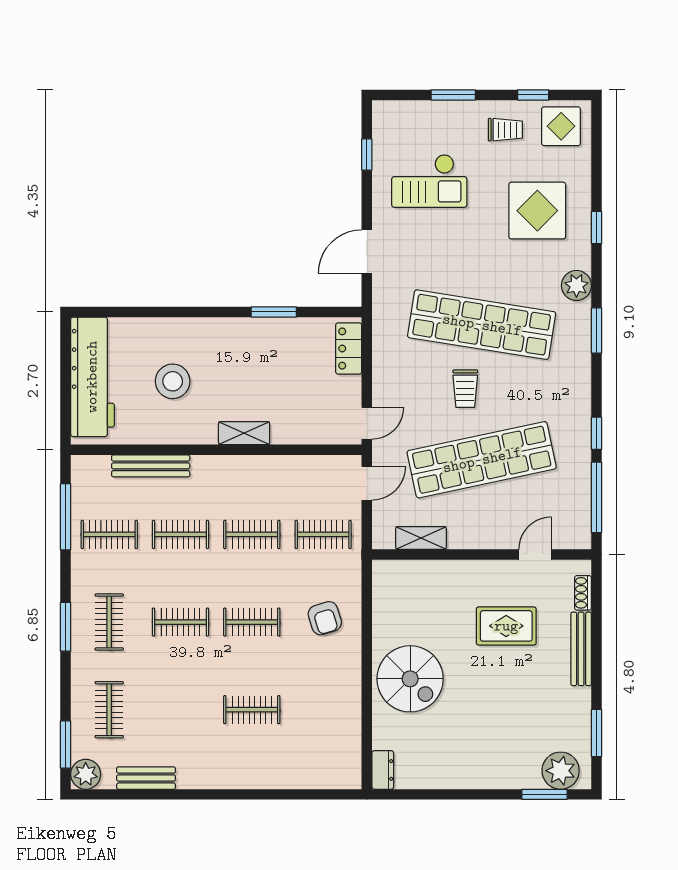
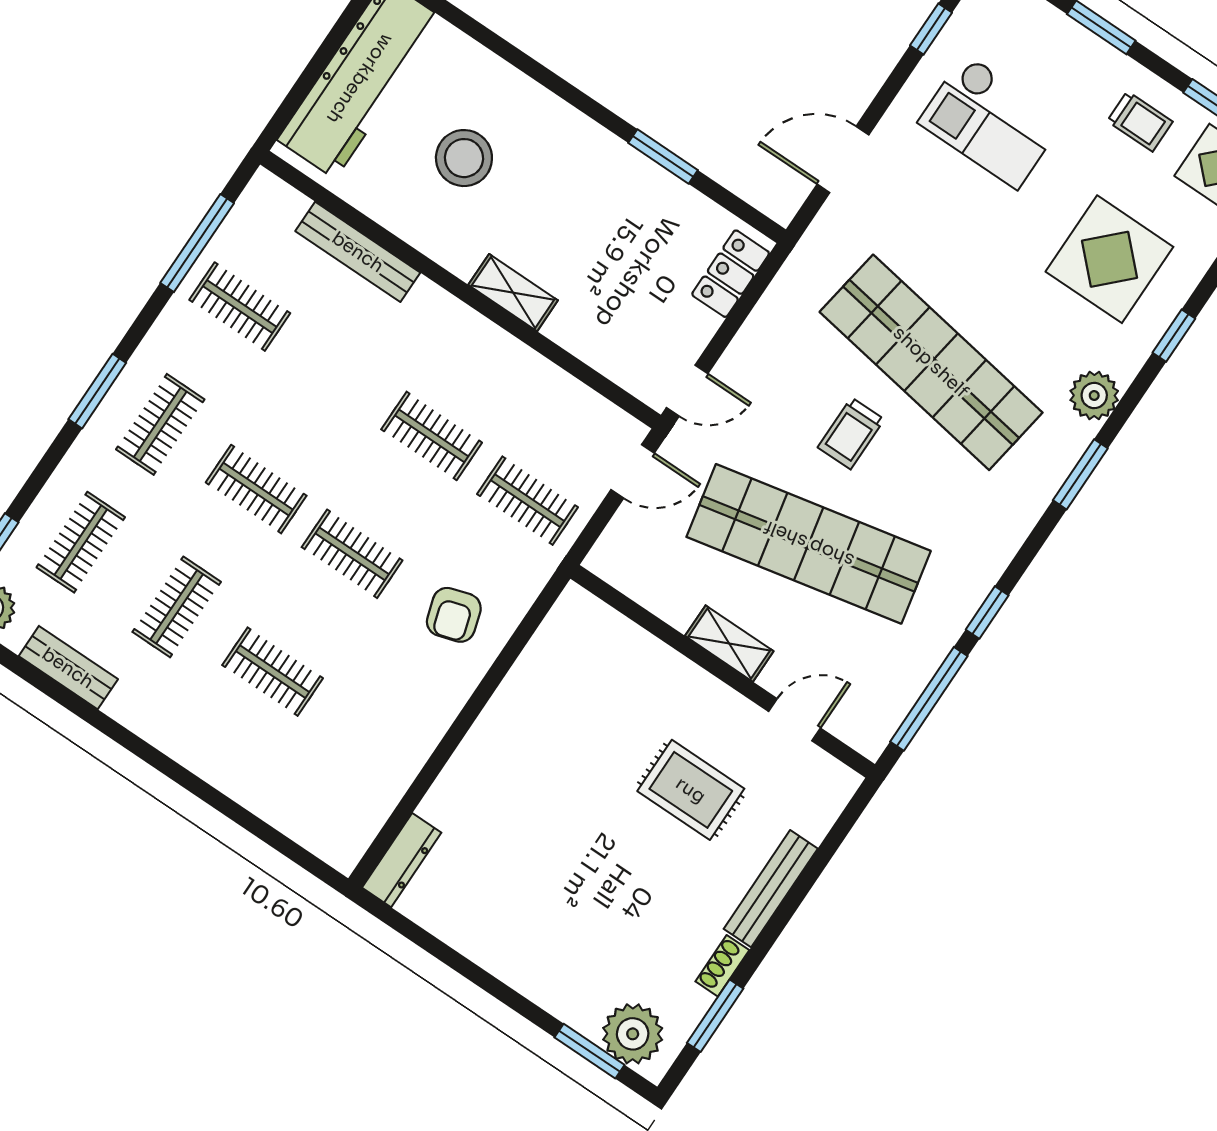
clothes rail: (181, 534) -> (177, 607), moved, turned 90
shelving: (421, 538) -> (729, 644), moved
shoe rack: (583, 593) -> (722, 966), moved
spiral stairs: (410, 679) -> (513, 774), removed
dresser: (383, 770) -> (402, 860), width x1.44

